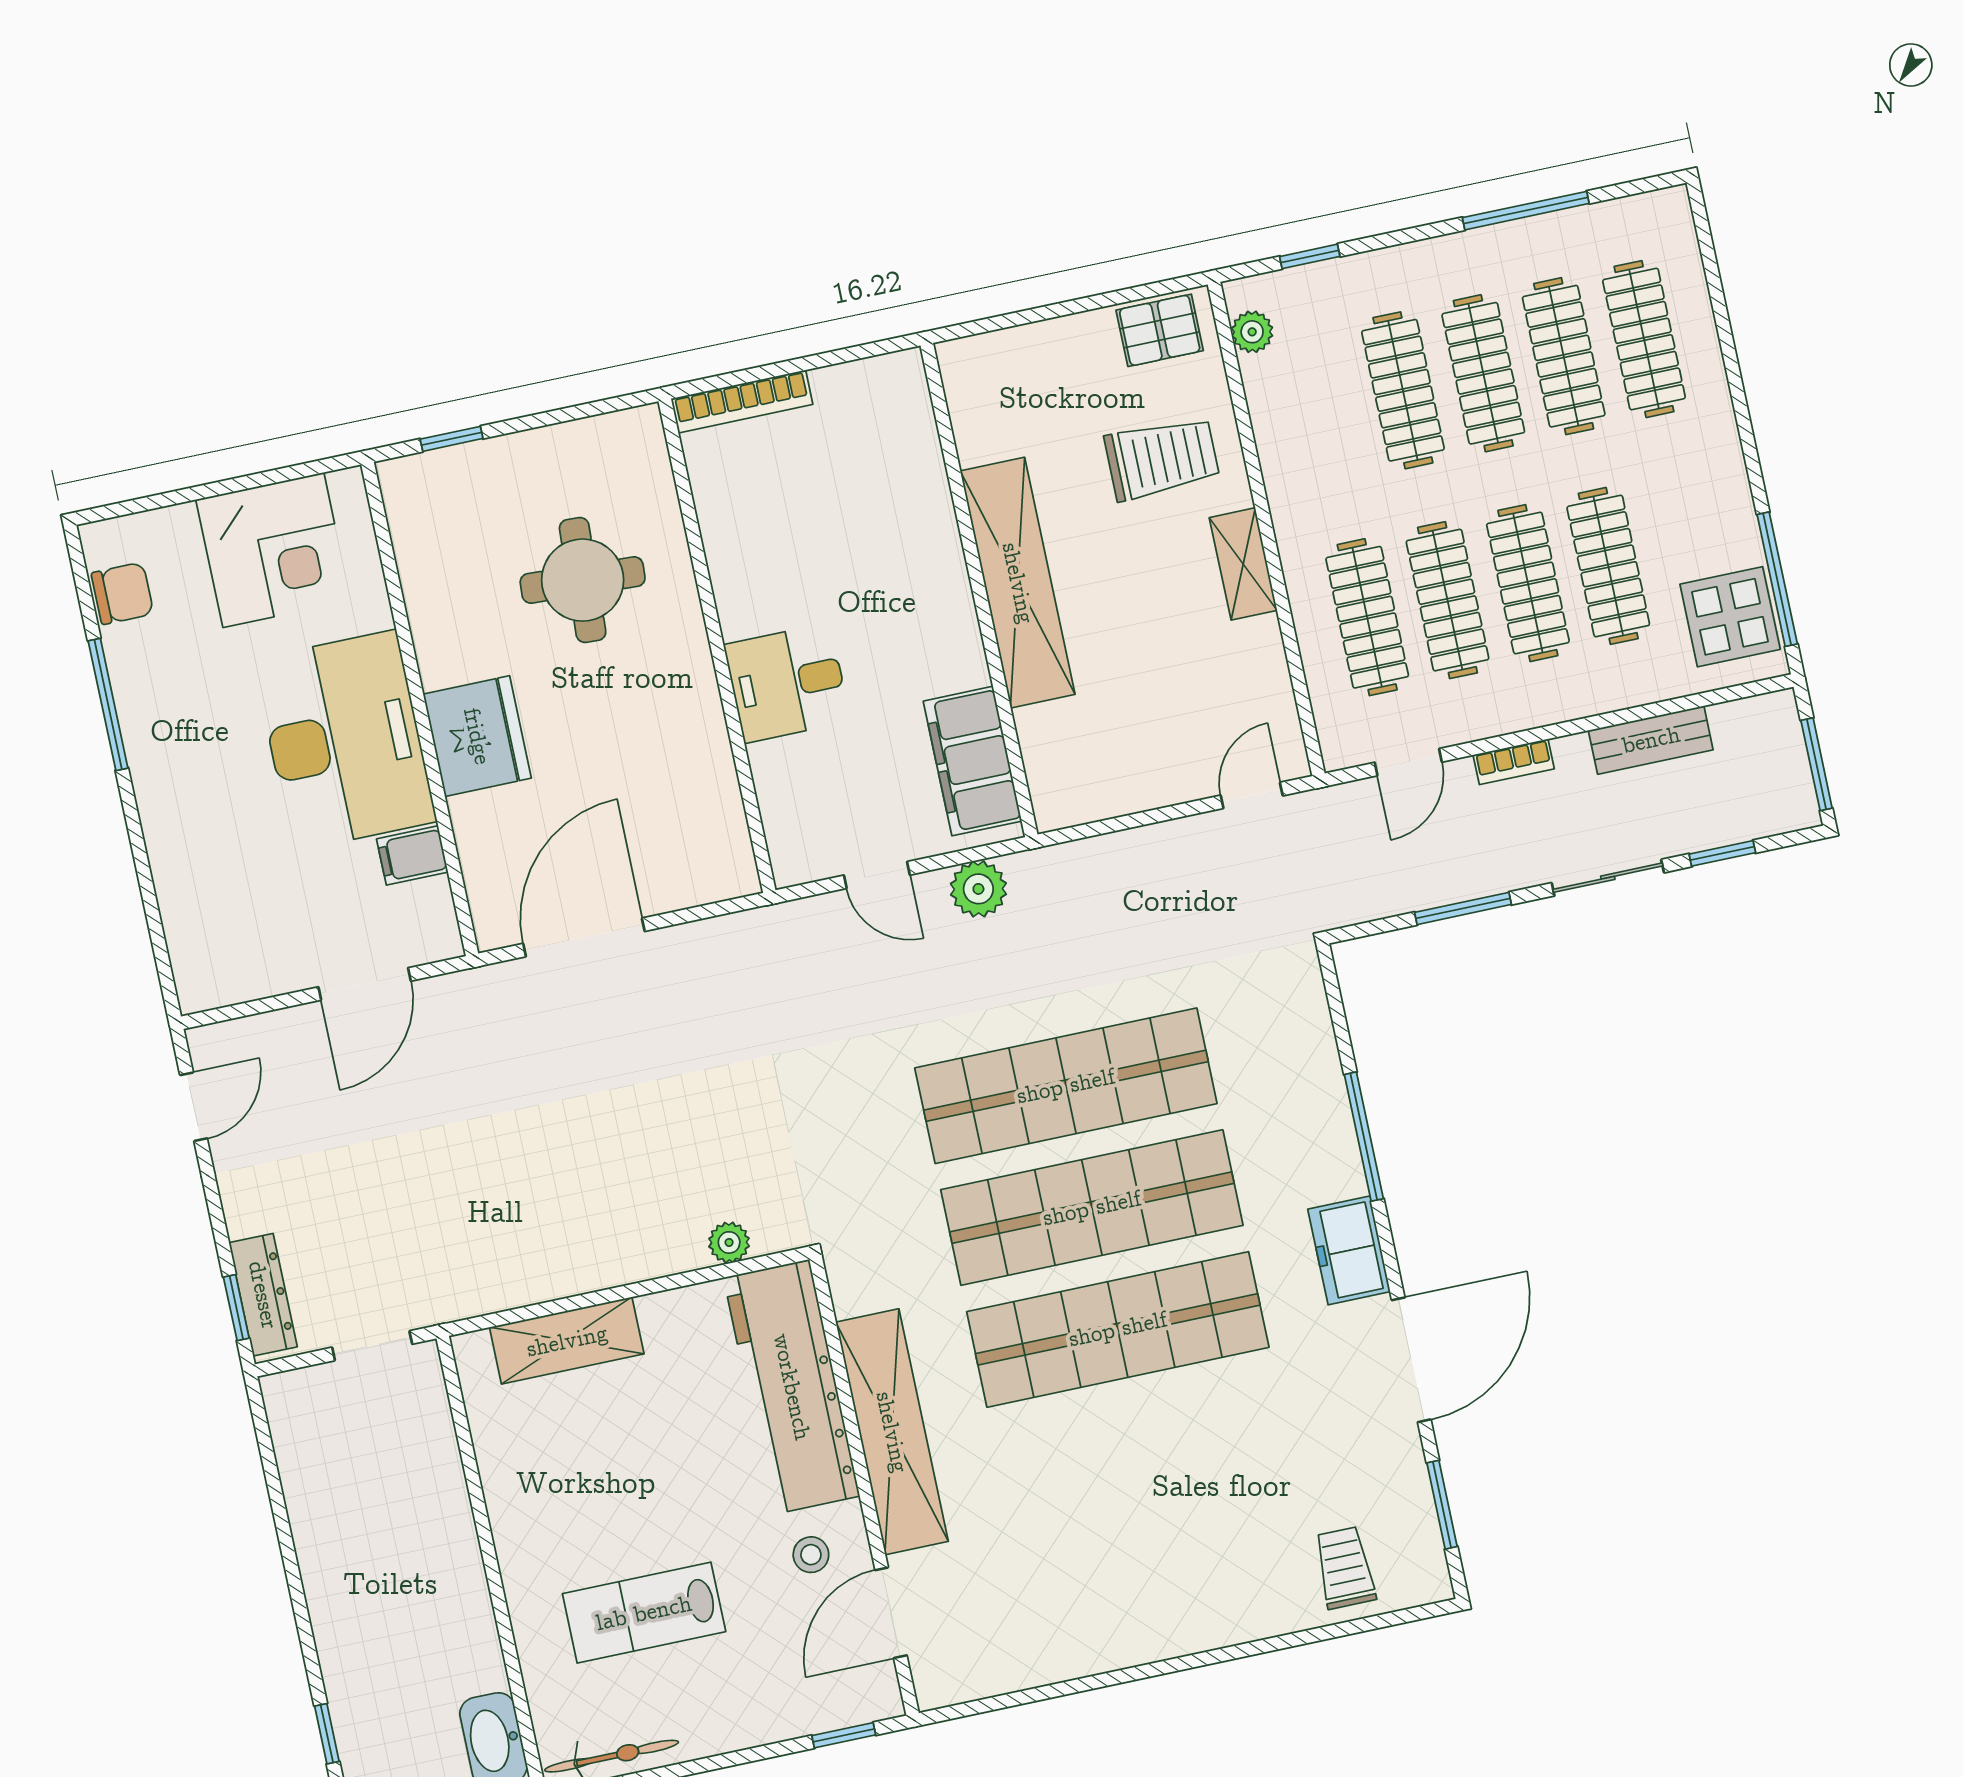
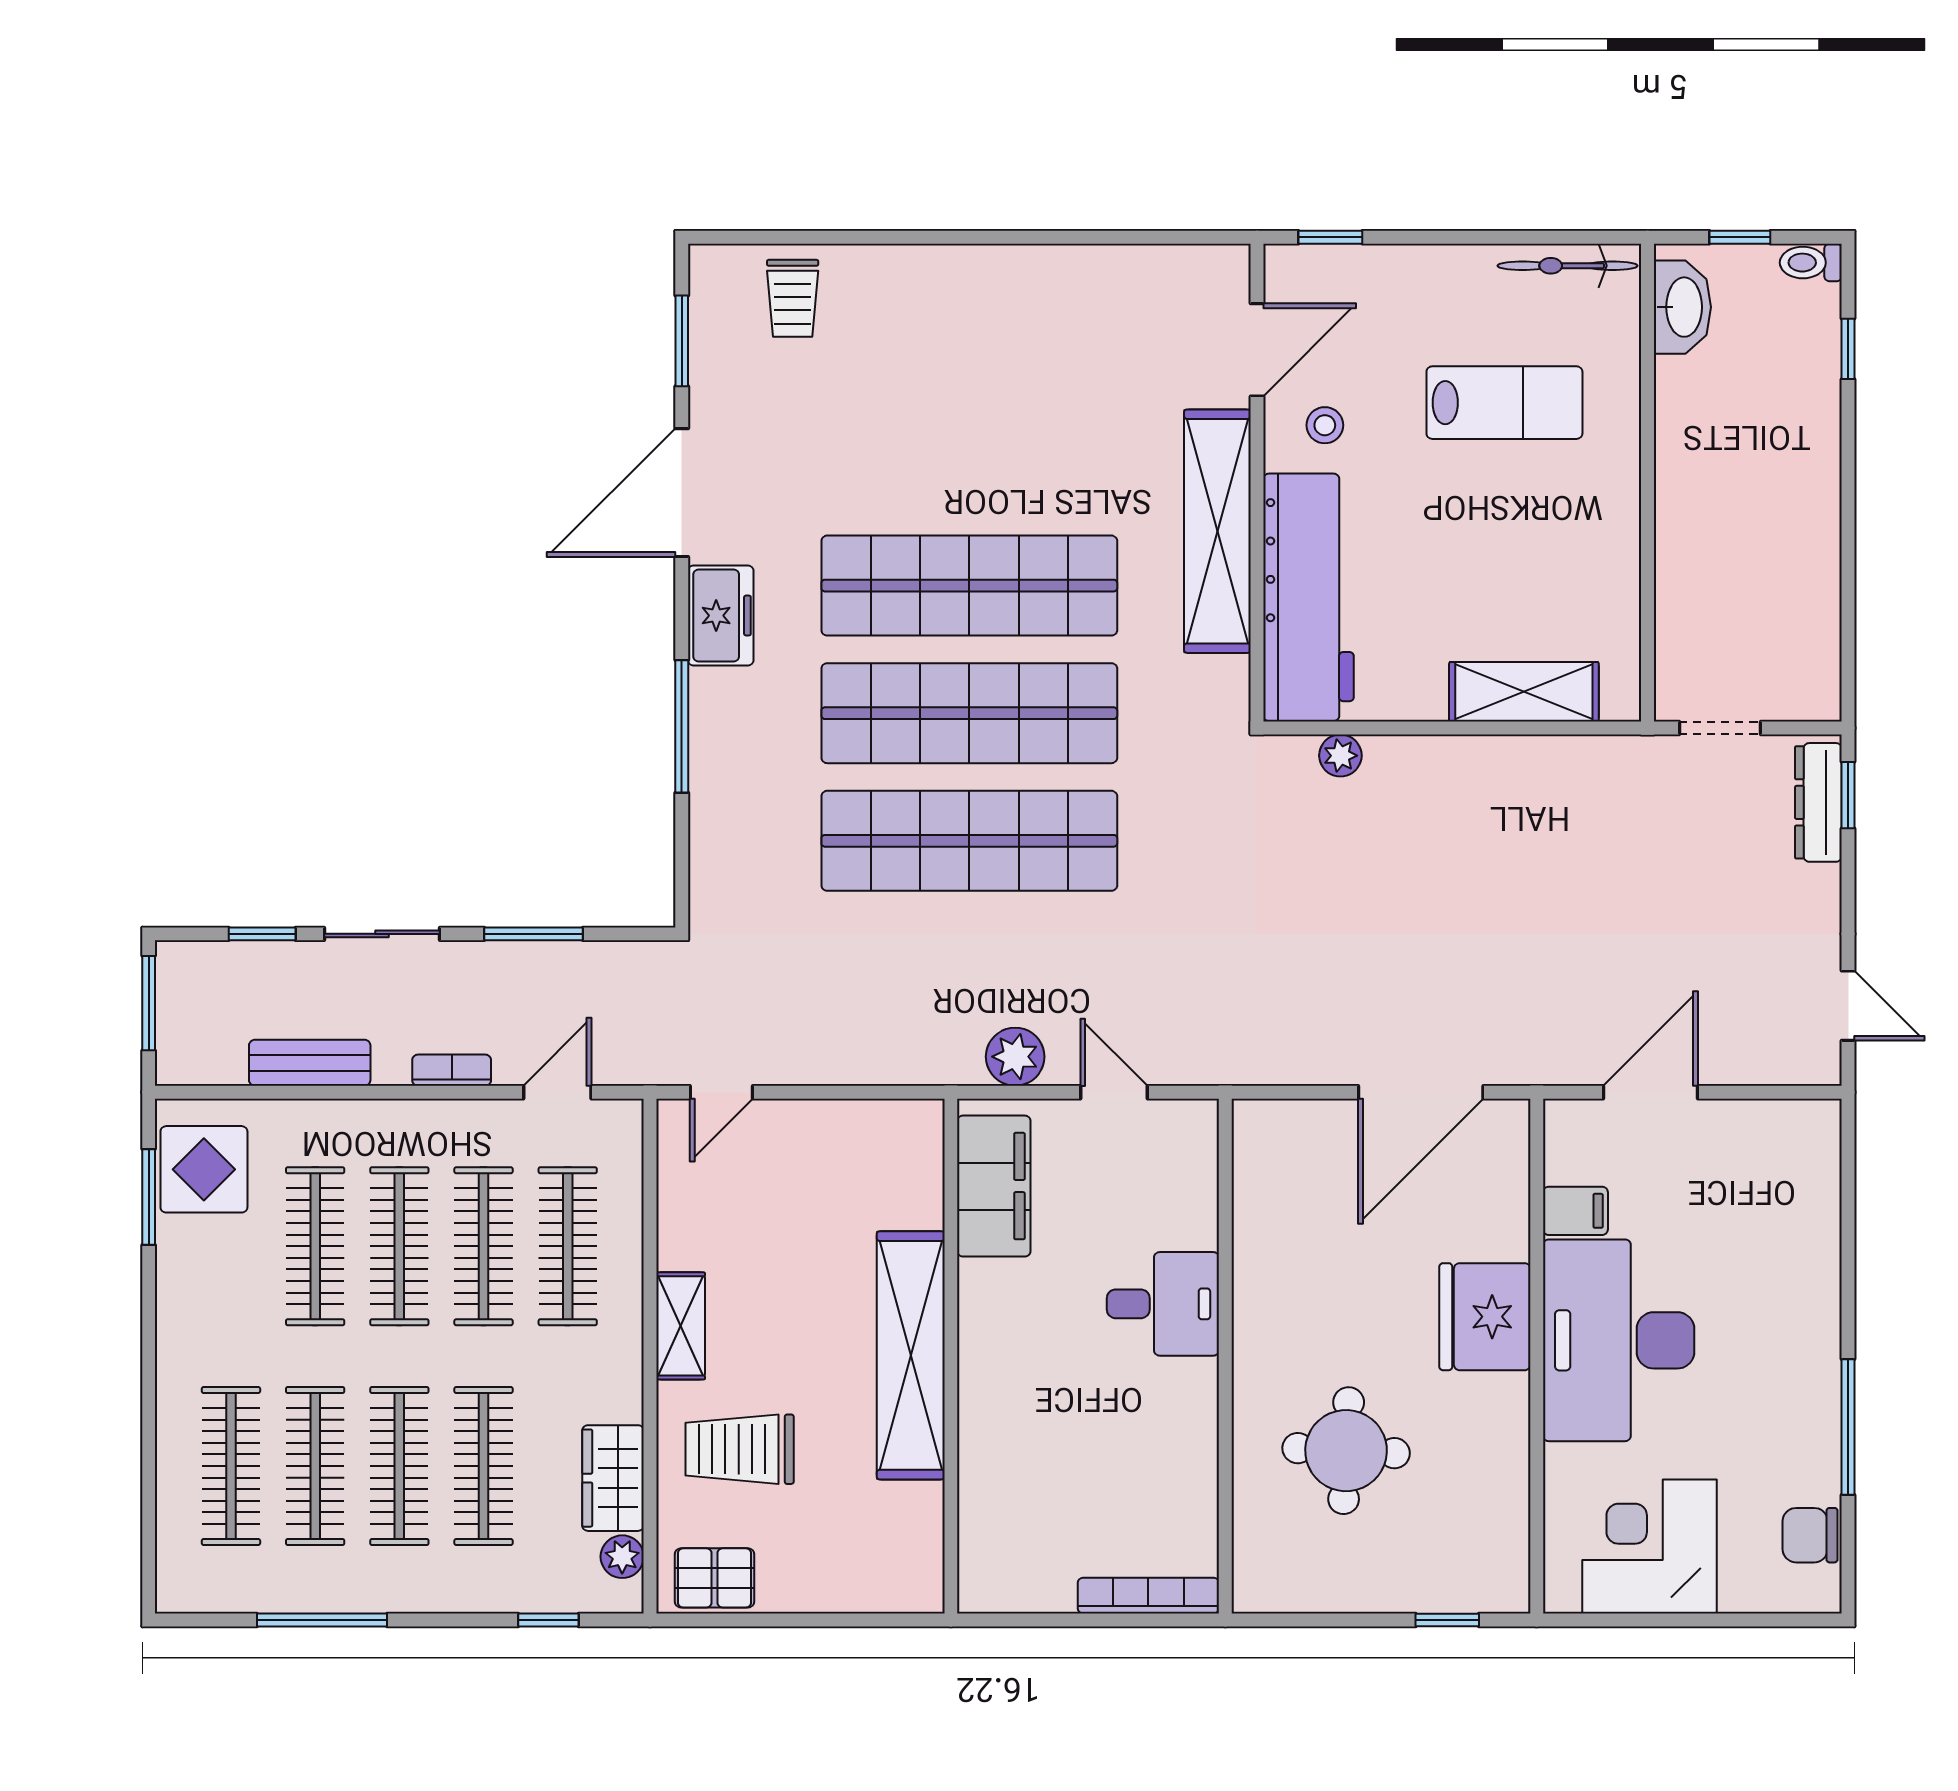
wardrobe: (1277, 405) -> (613, 1478), added
window: (1777, 579) -> (149, 1197), width x0.69
door: (194, 1107) -> (1848, 1006), swing flipped

